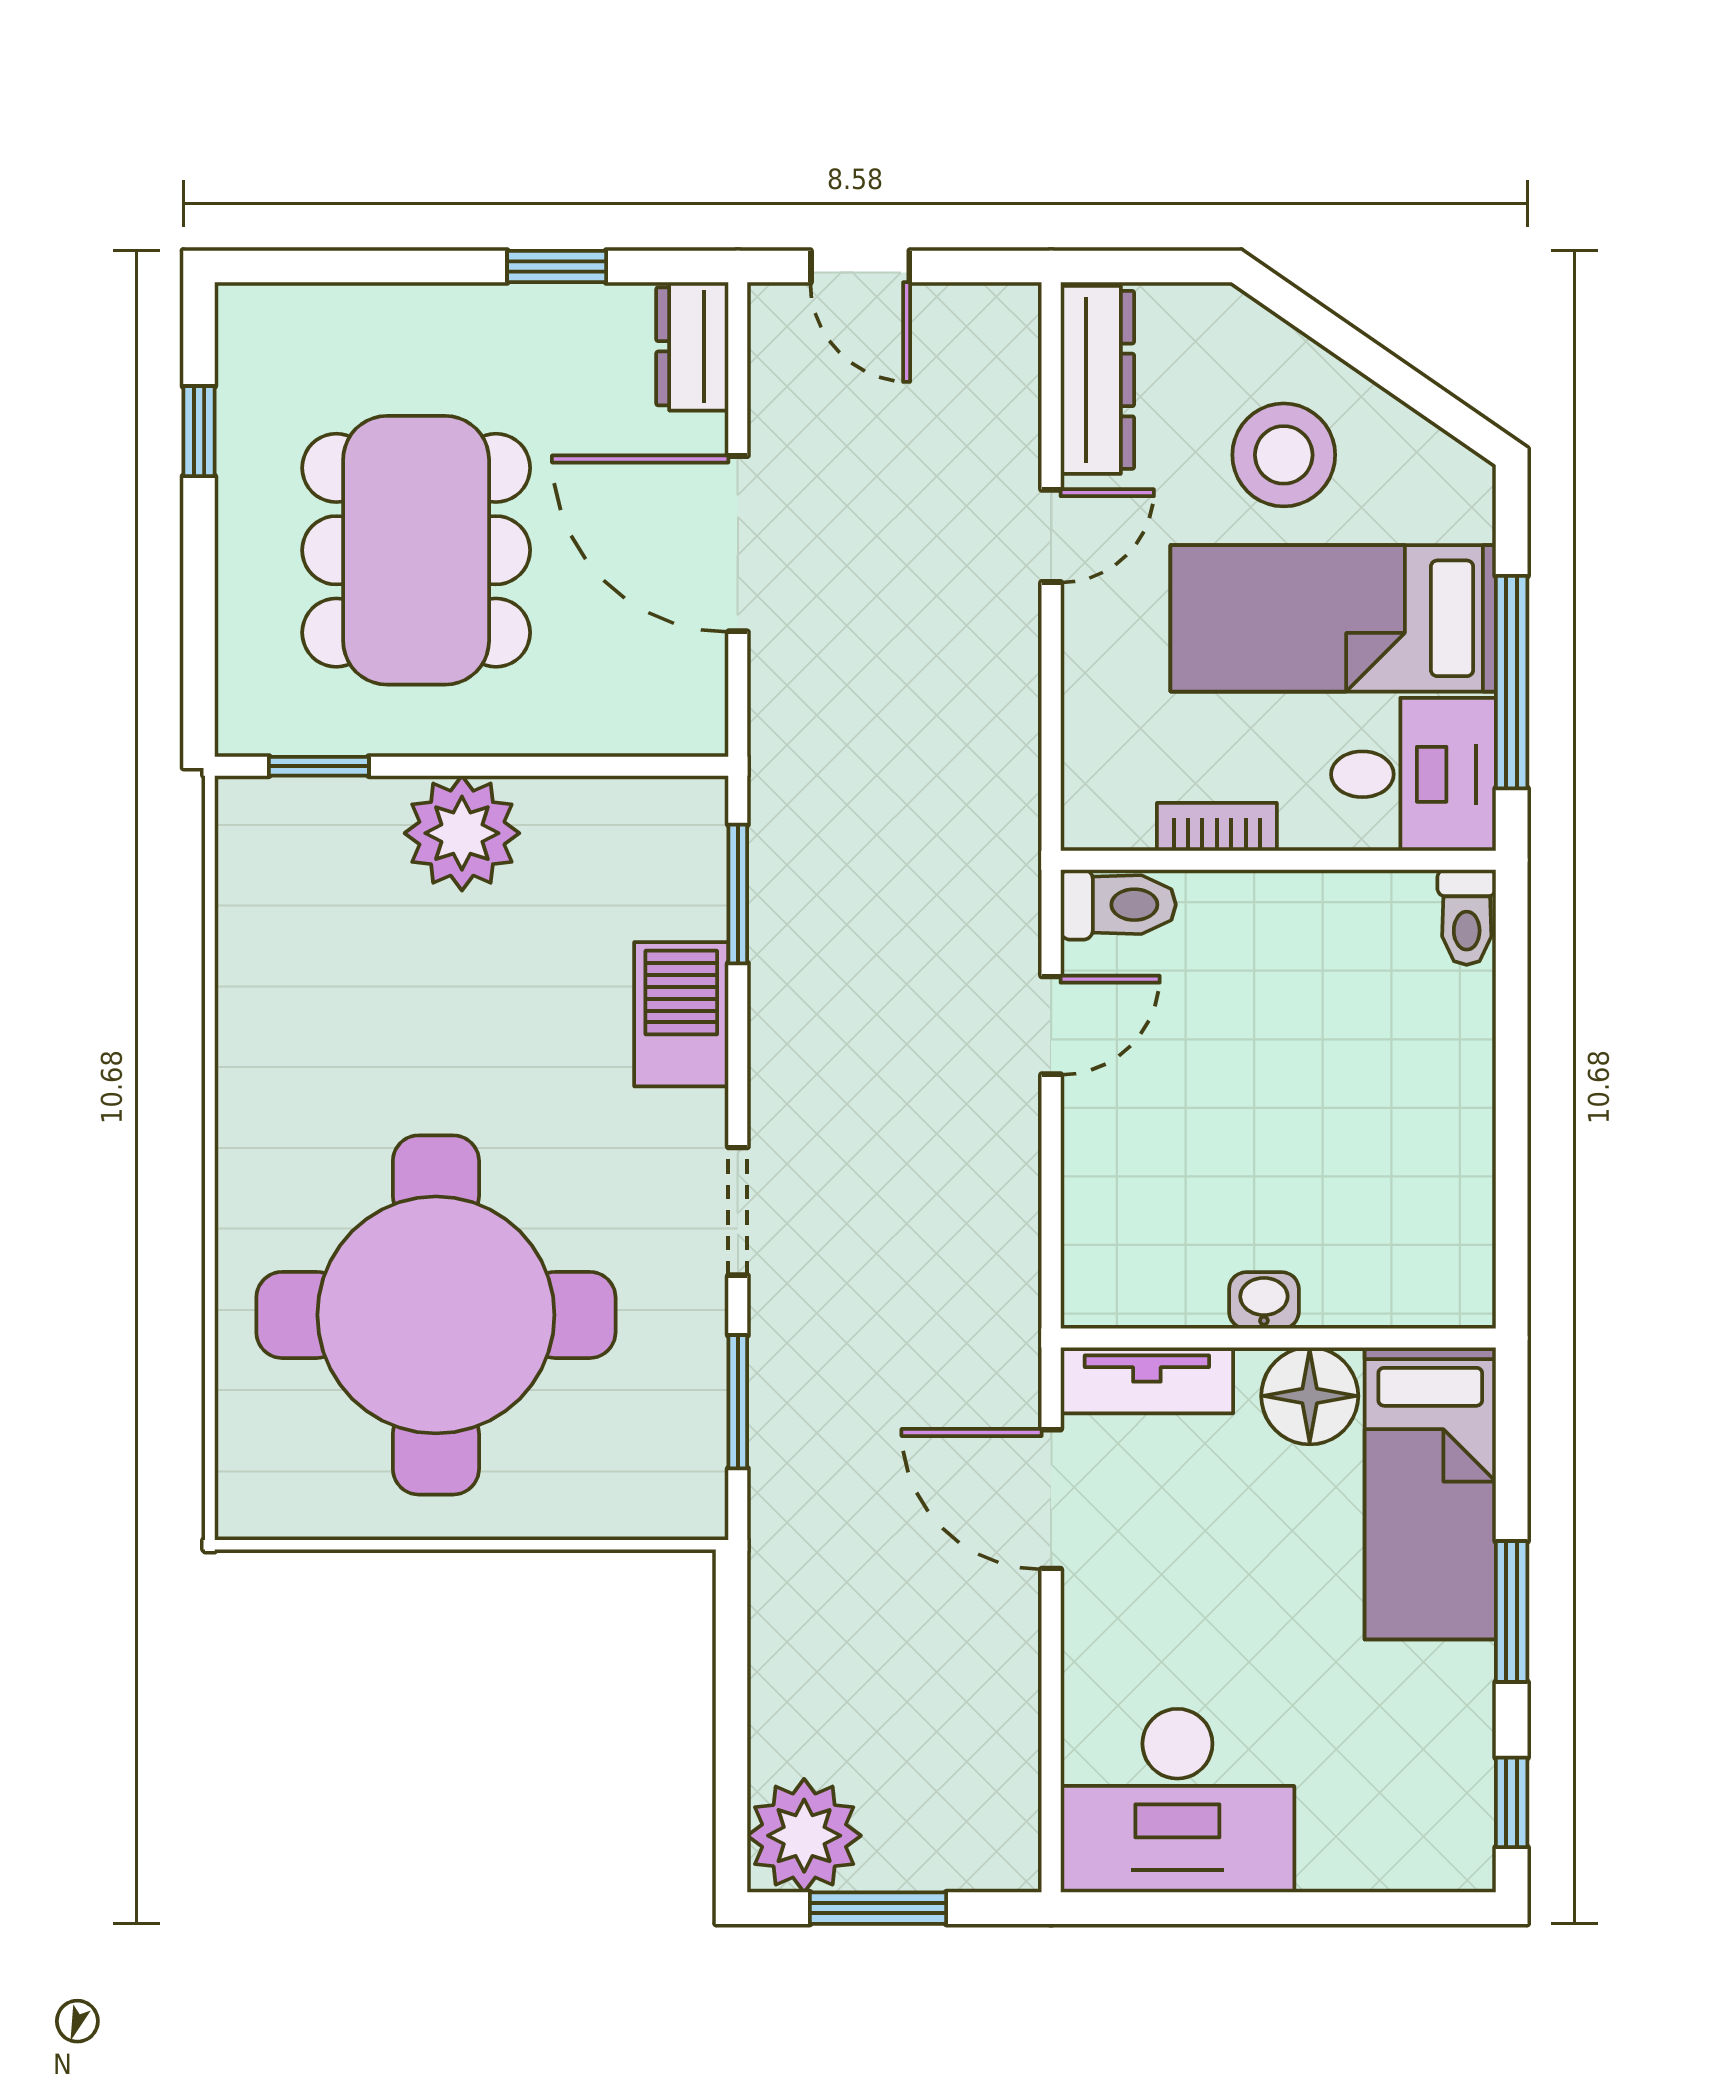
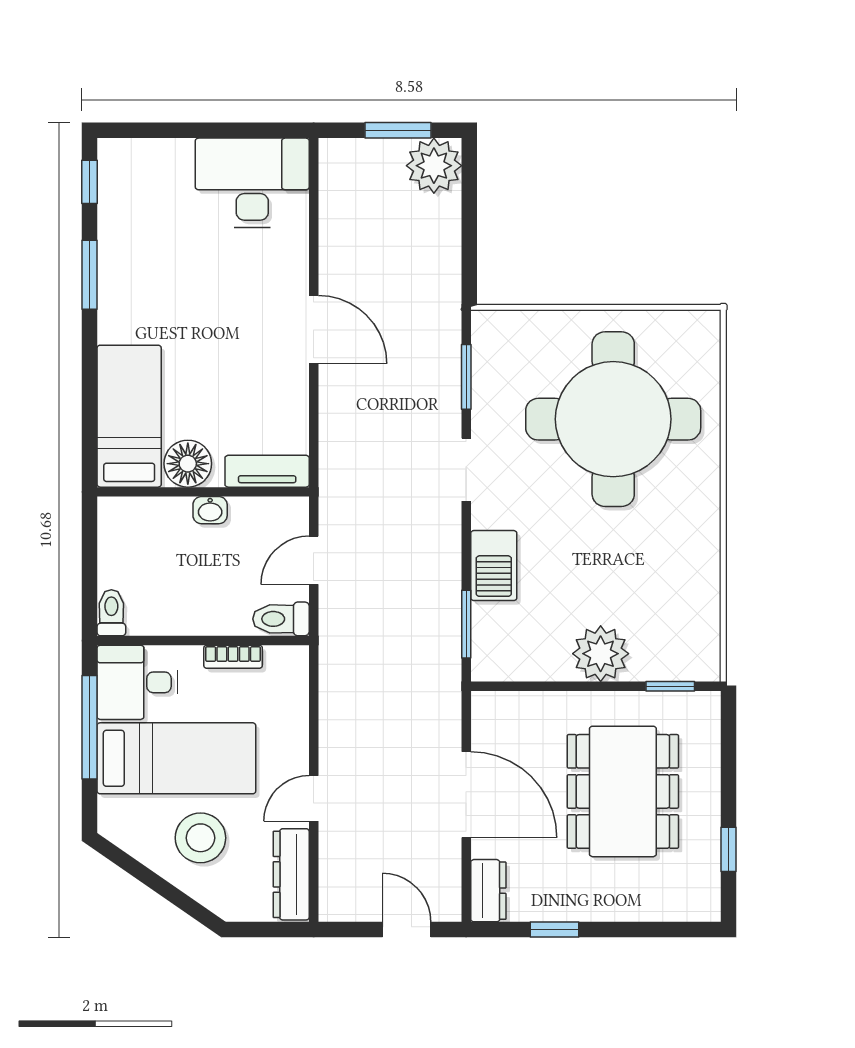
washbasin: (1264, 1300) -> (210, 510), moved
wall: (1278, 1338) -> (203, 492), moved
tv unit: (1147, 1380) -> (267, 471), moved
floor lamp: (1310, 1396) -> (188, 464), moved
bed: (1430, 1493) -> (129, 416), moved

